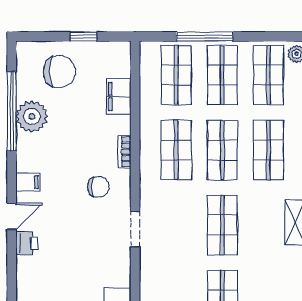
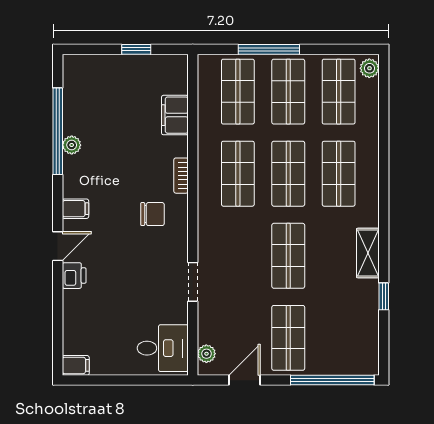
chair: (59, 72) -> (110, 88), removed
plant: (32, 116) -> (72, 145), width x0.53, depth x0.53
doorway: (135, 229) -> (193, 282), moved

